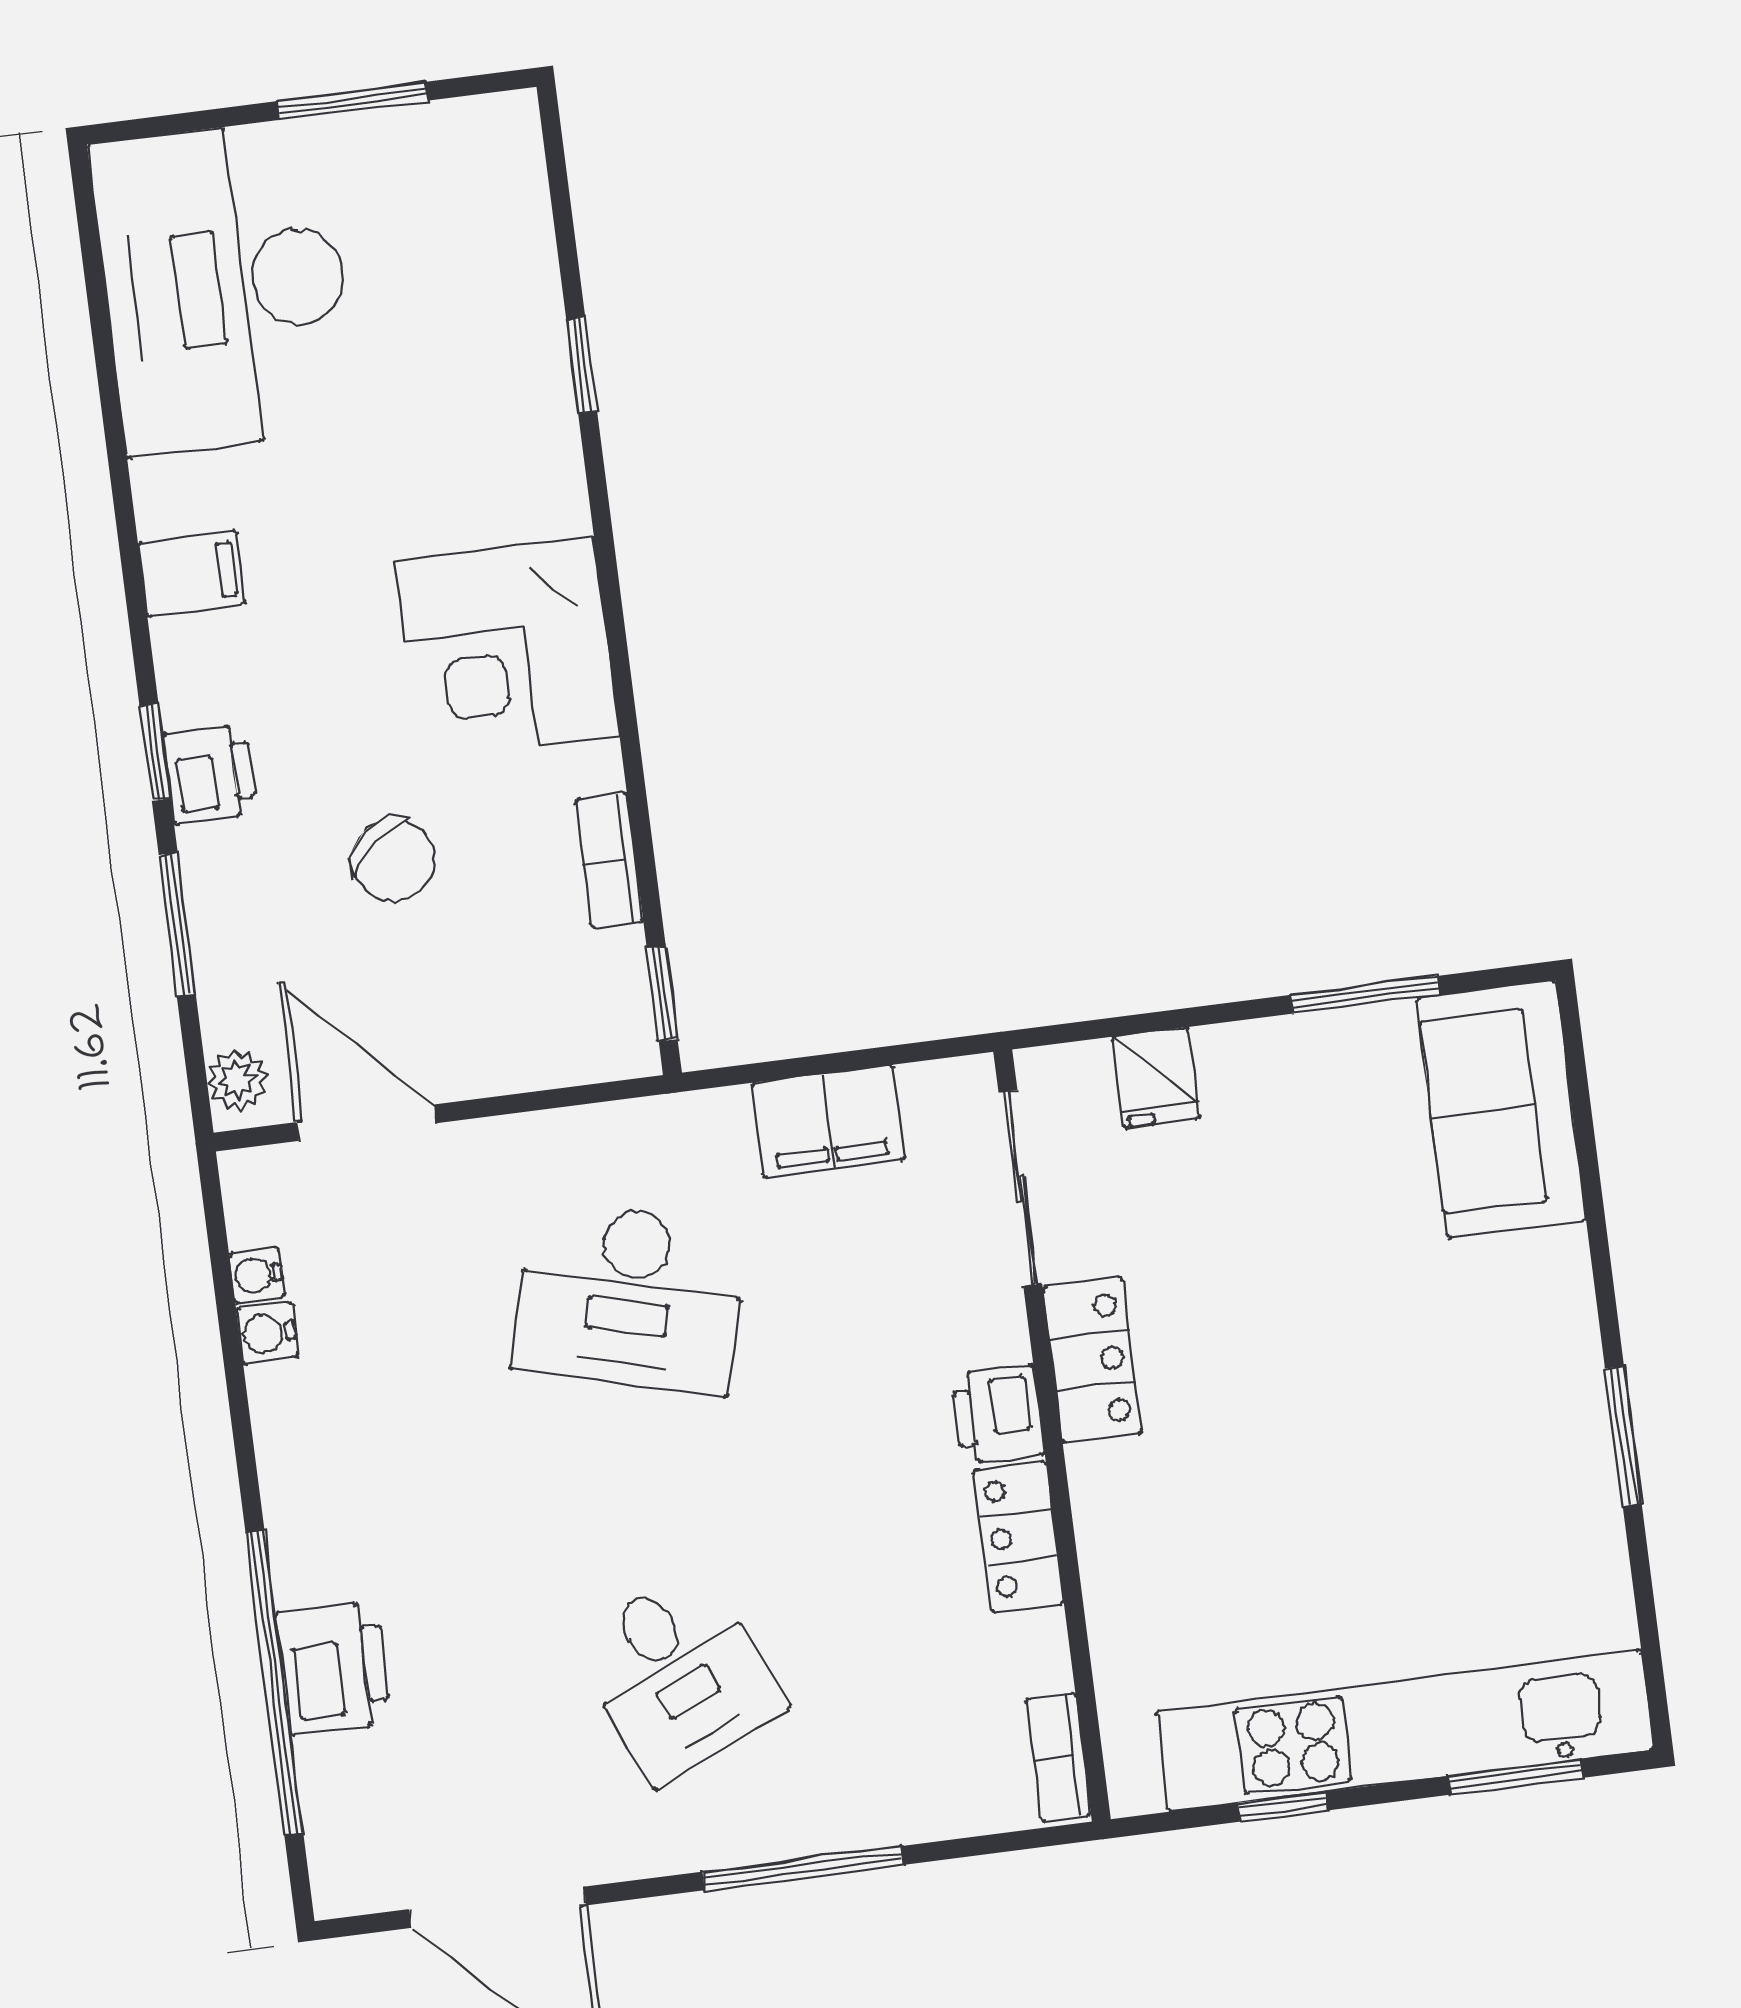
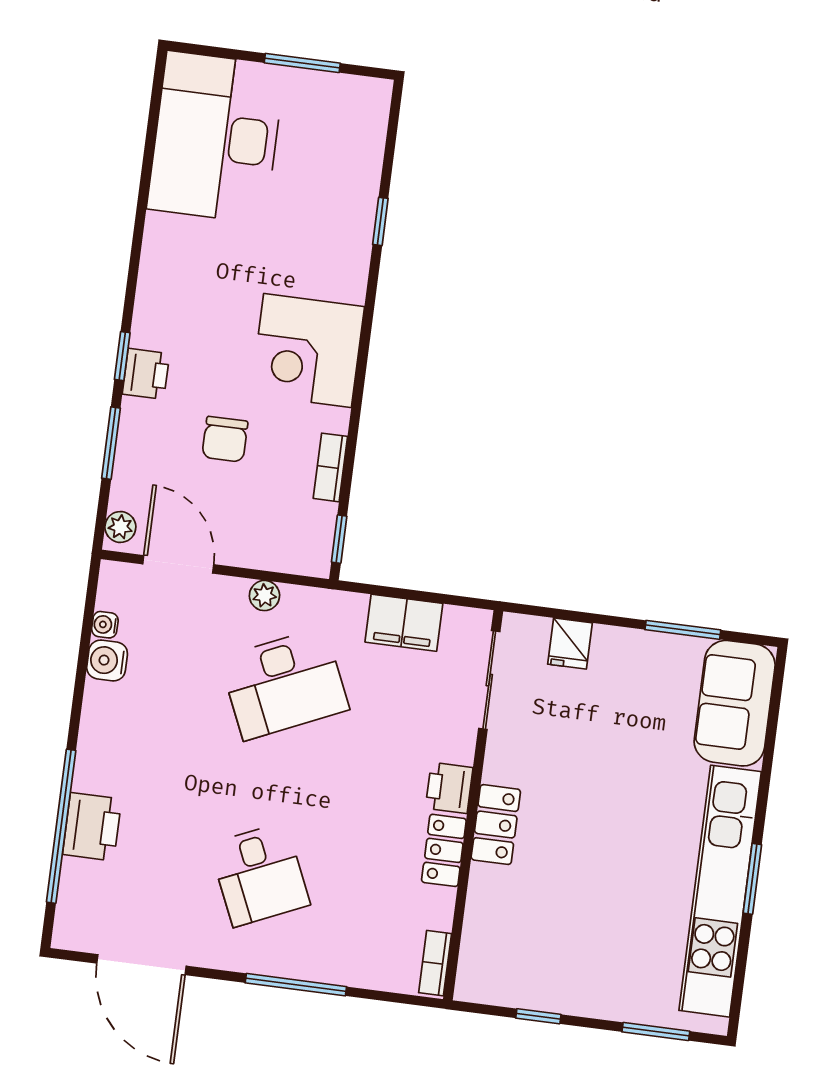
filing cabinet: (192, 573) -> (163, 273), removed
chair: (393, 860) -> (225, 439), turned 40
plant: (548, 1139) -> (264, 596), added
desk: (630, 1298) -> (284, 684), turned -39
water cooler: (267, 1333) -> (107, 660), width x1.38, depth x1.38
locker: (1092, 1360) -> (496, 825), moved
kitchen unit: (1405, 1731) -> (720, 891), moved, turned -90

